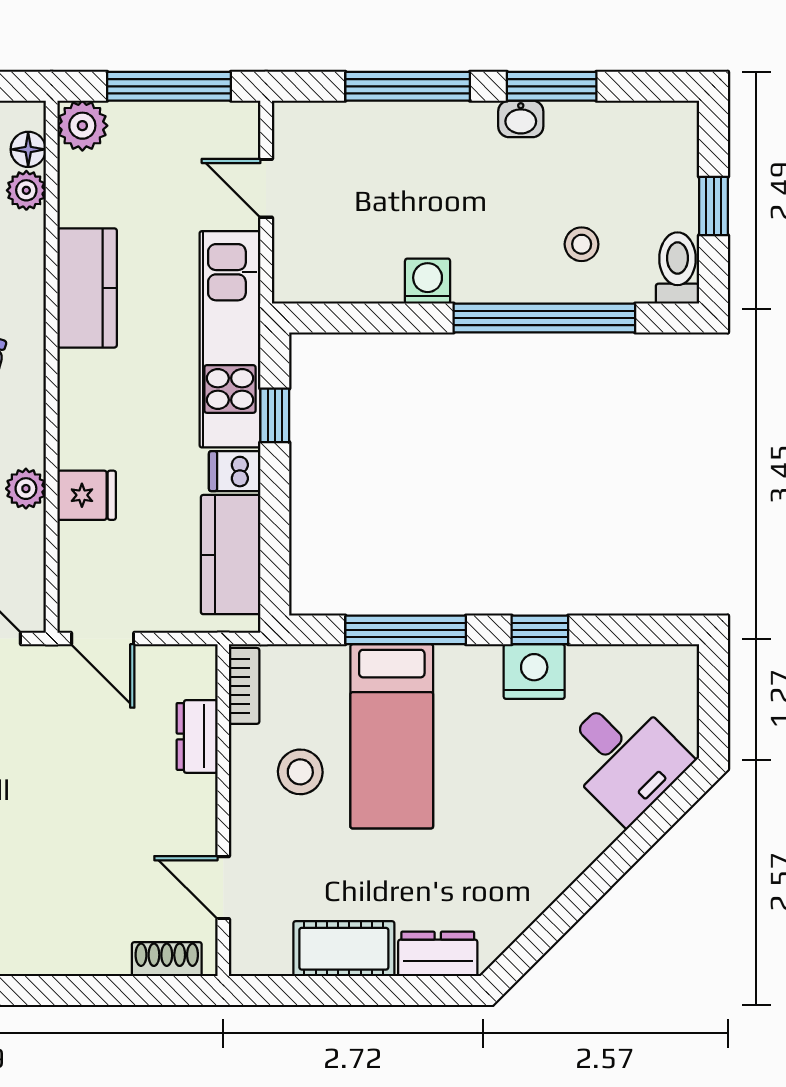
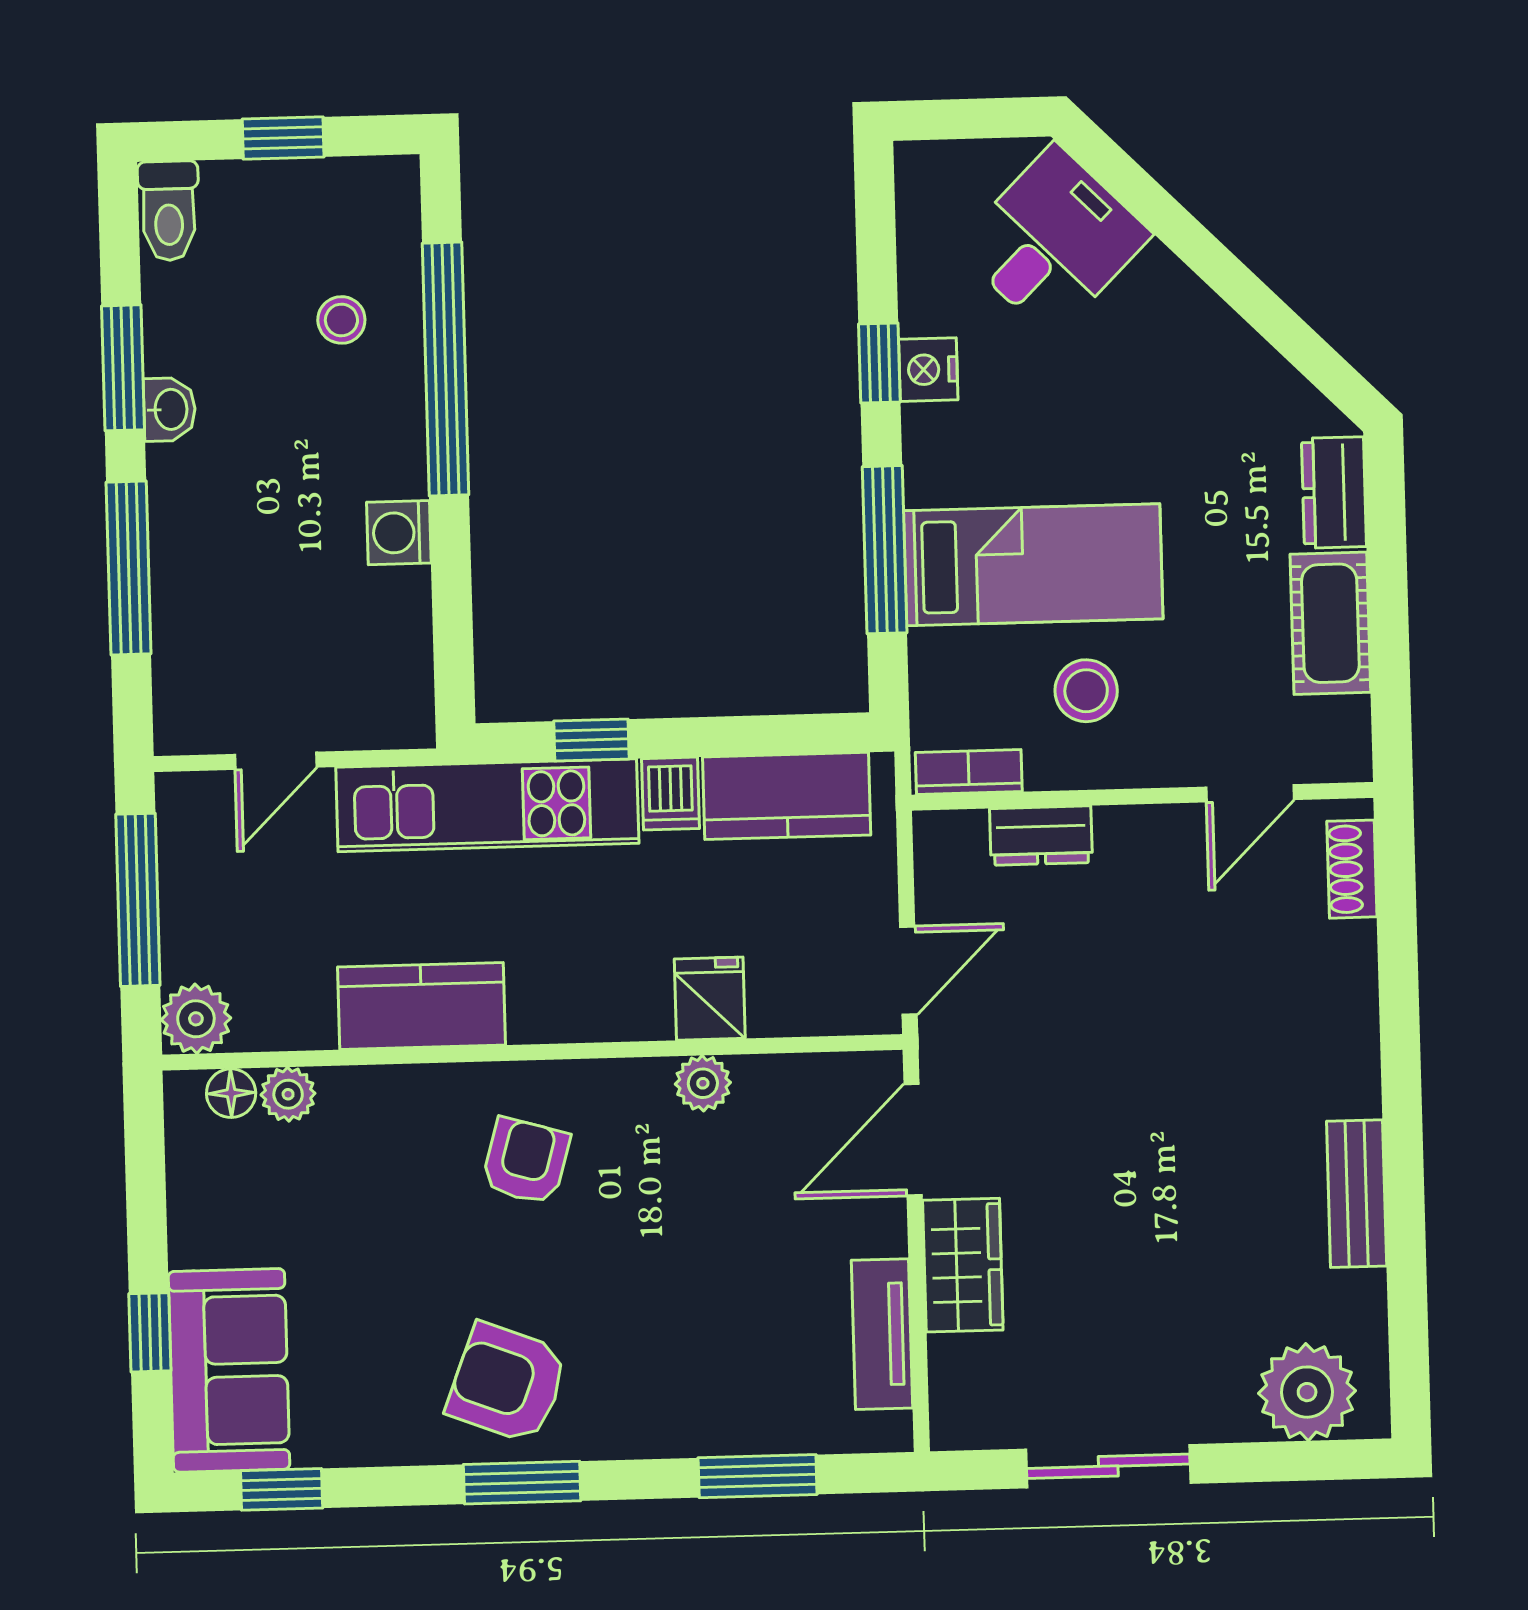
toilet: (678, 268) -> (169, 211), moved, turned -90
nightstand: (534, 672) -> (928, 370), width x0.74, depth x0.75

